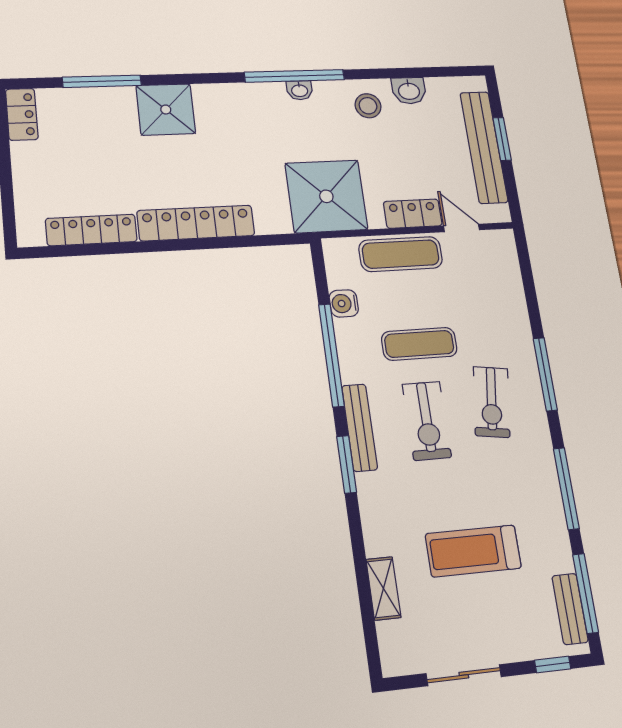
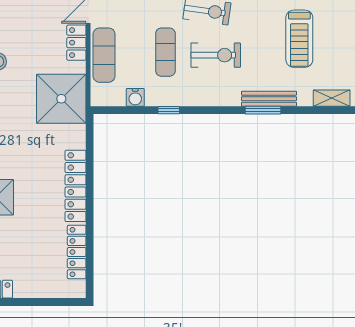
window: (331, 355) -> (169, 110), width x0.32
bench: (360, 427) -> (269, 99), moved
window: (347, 464) -> (263, 110), moved
shelving: (383, 588) -> (332, 98), moved

